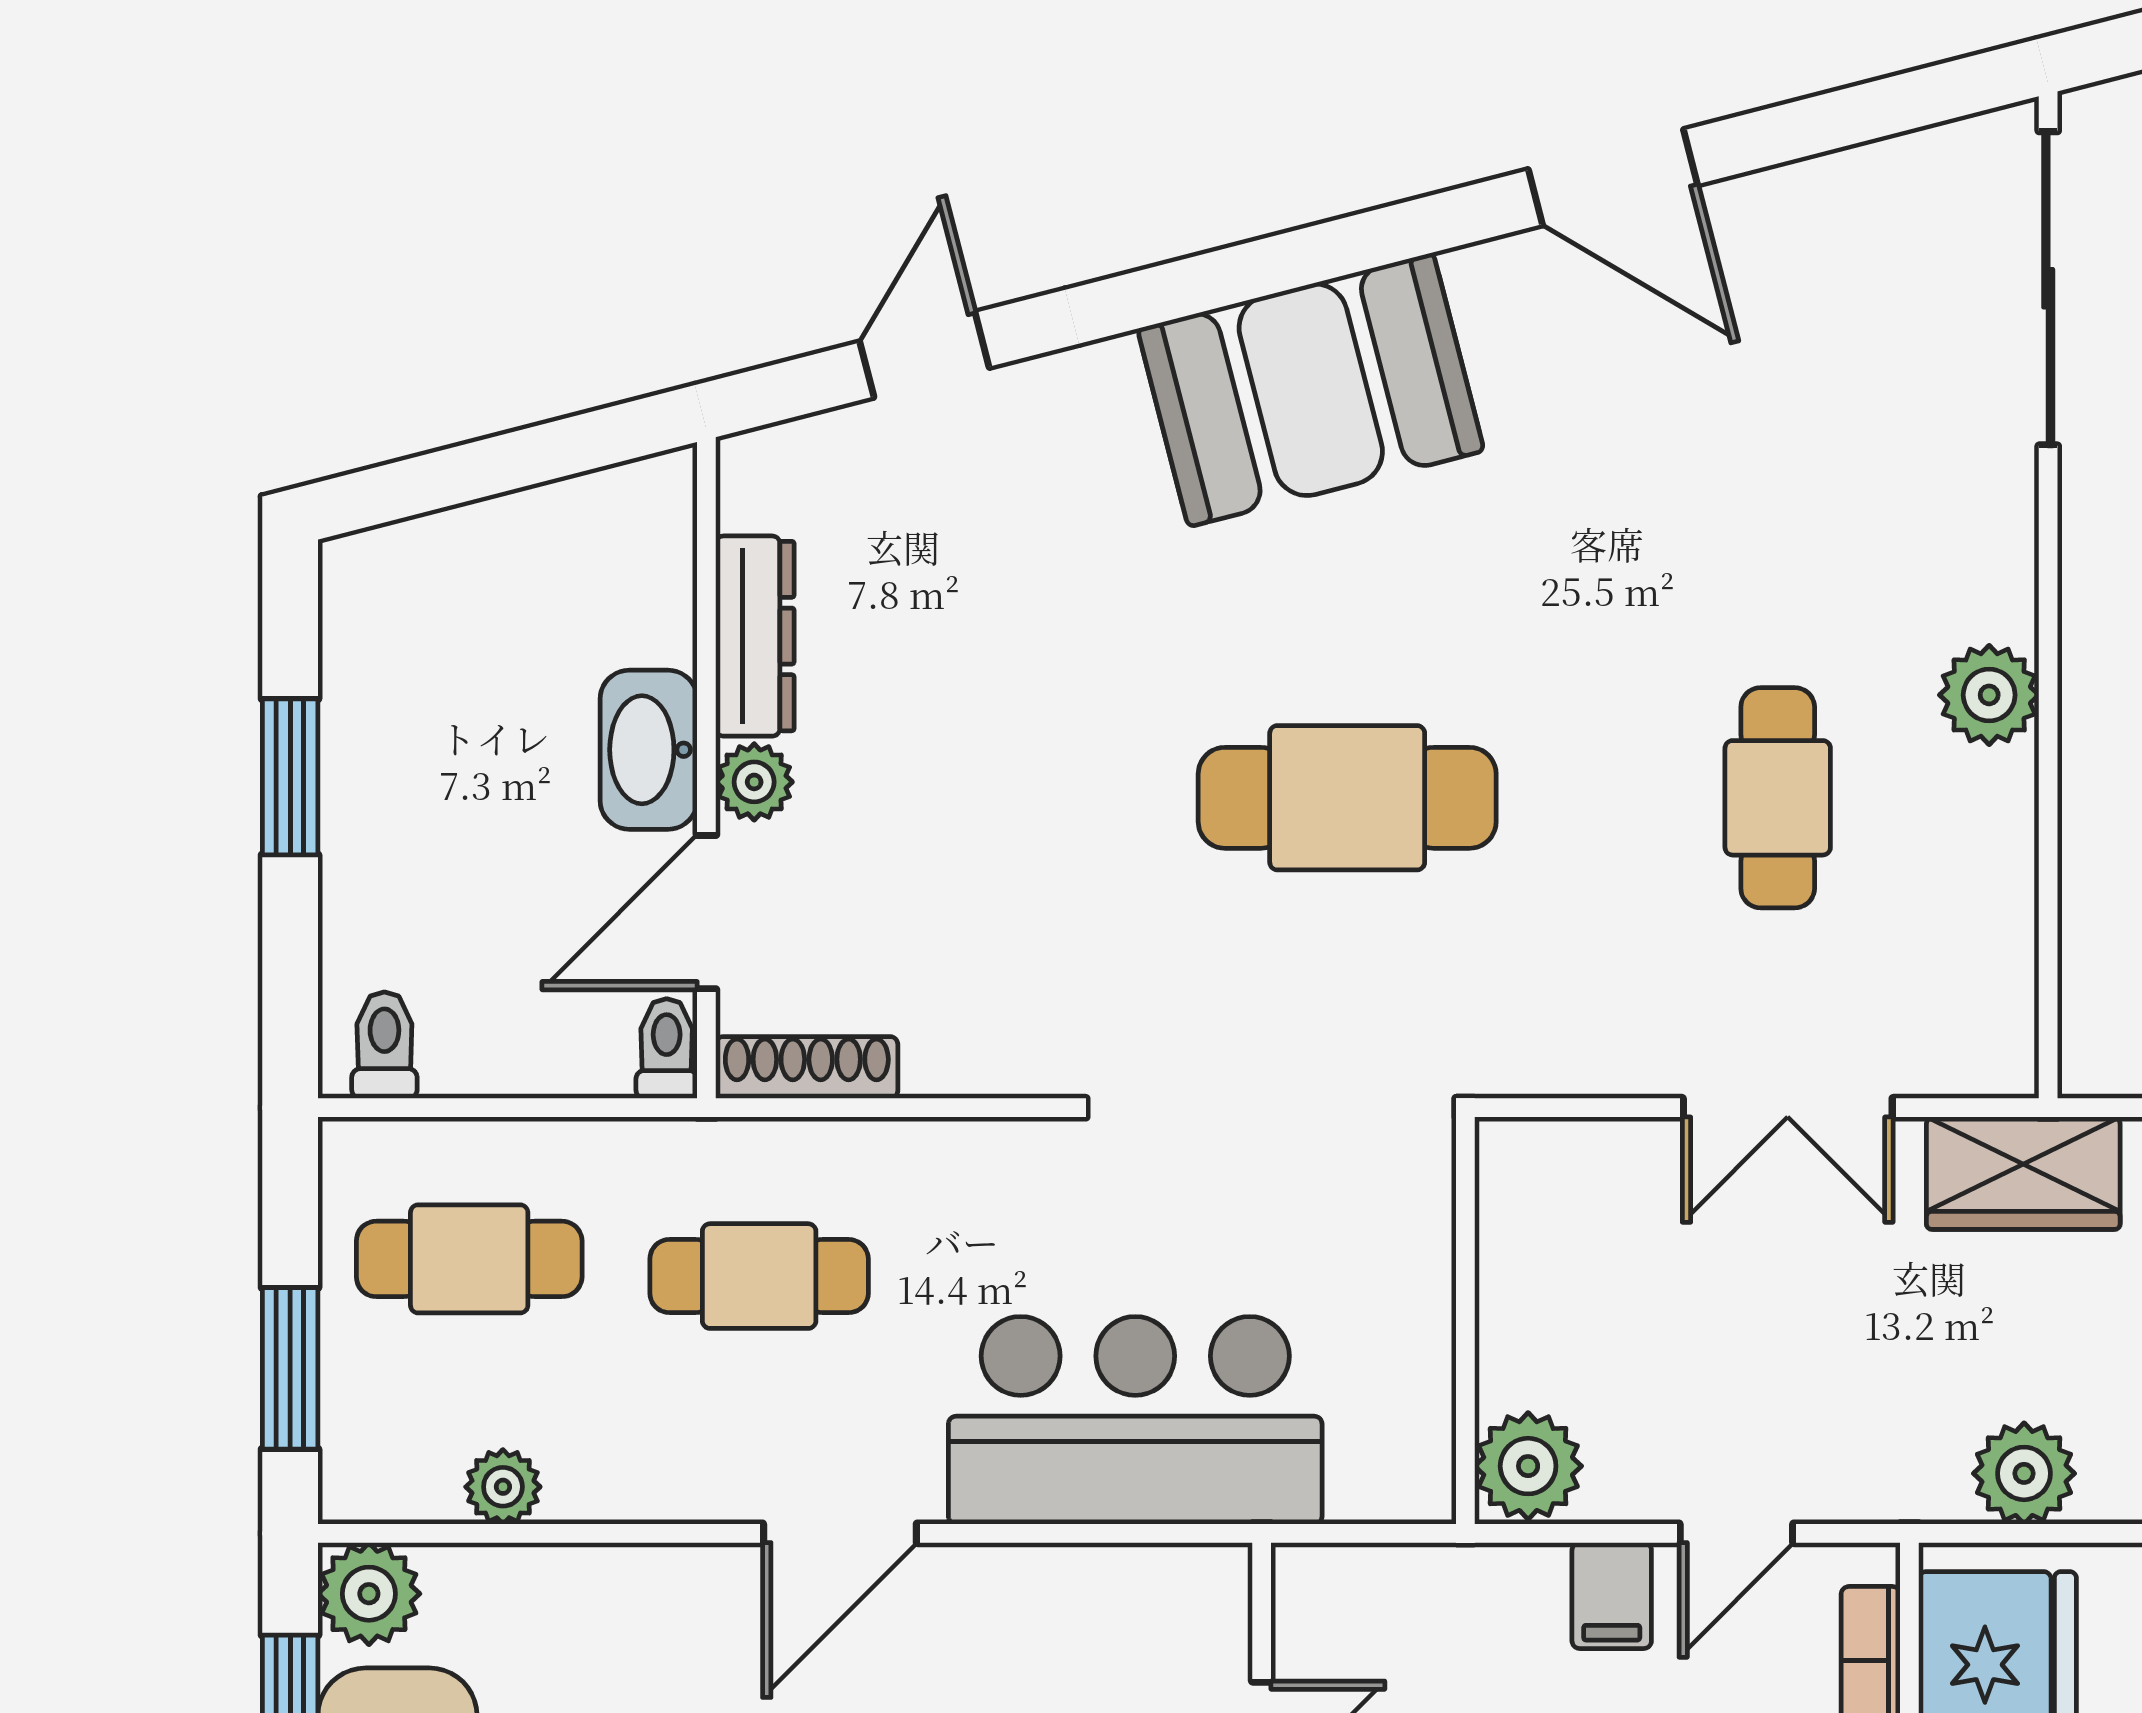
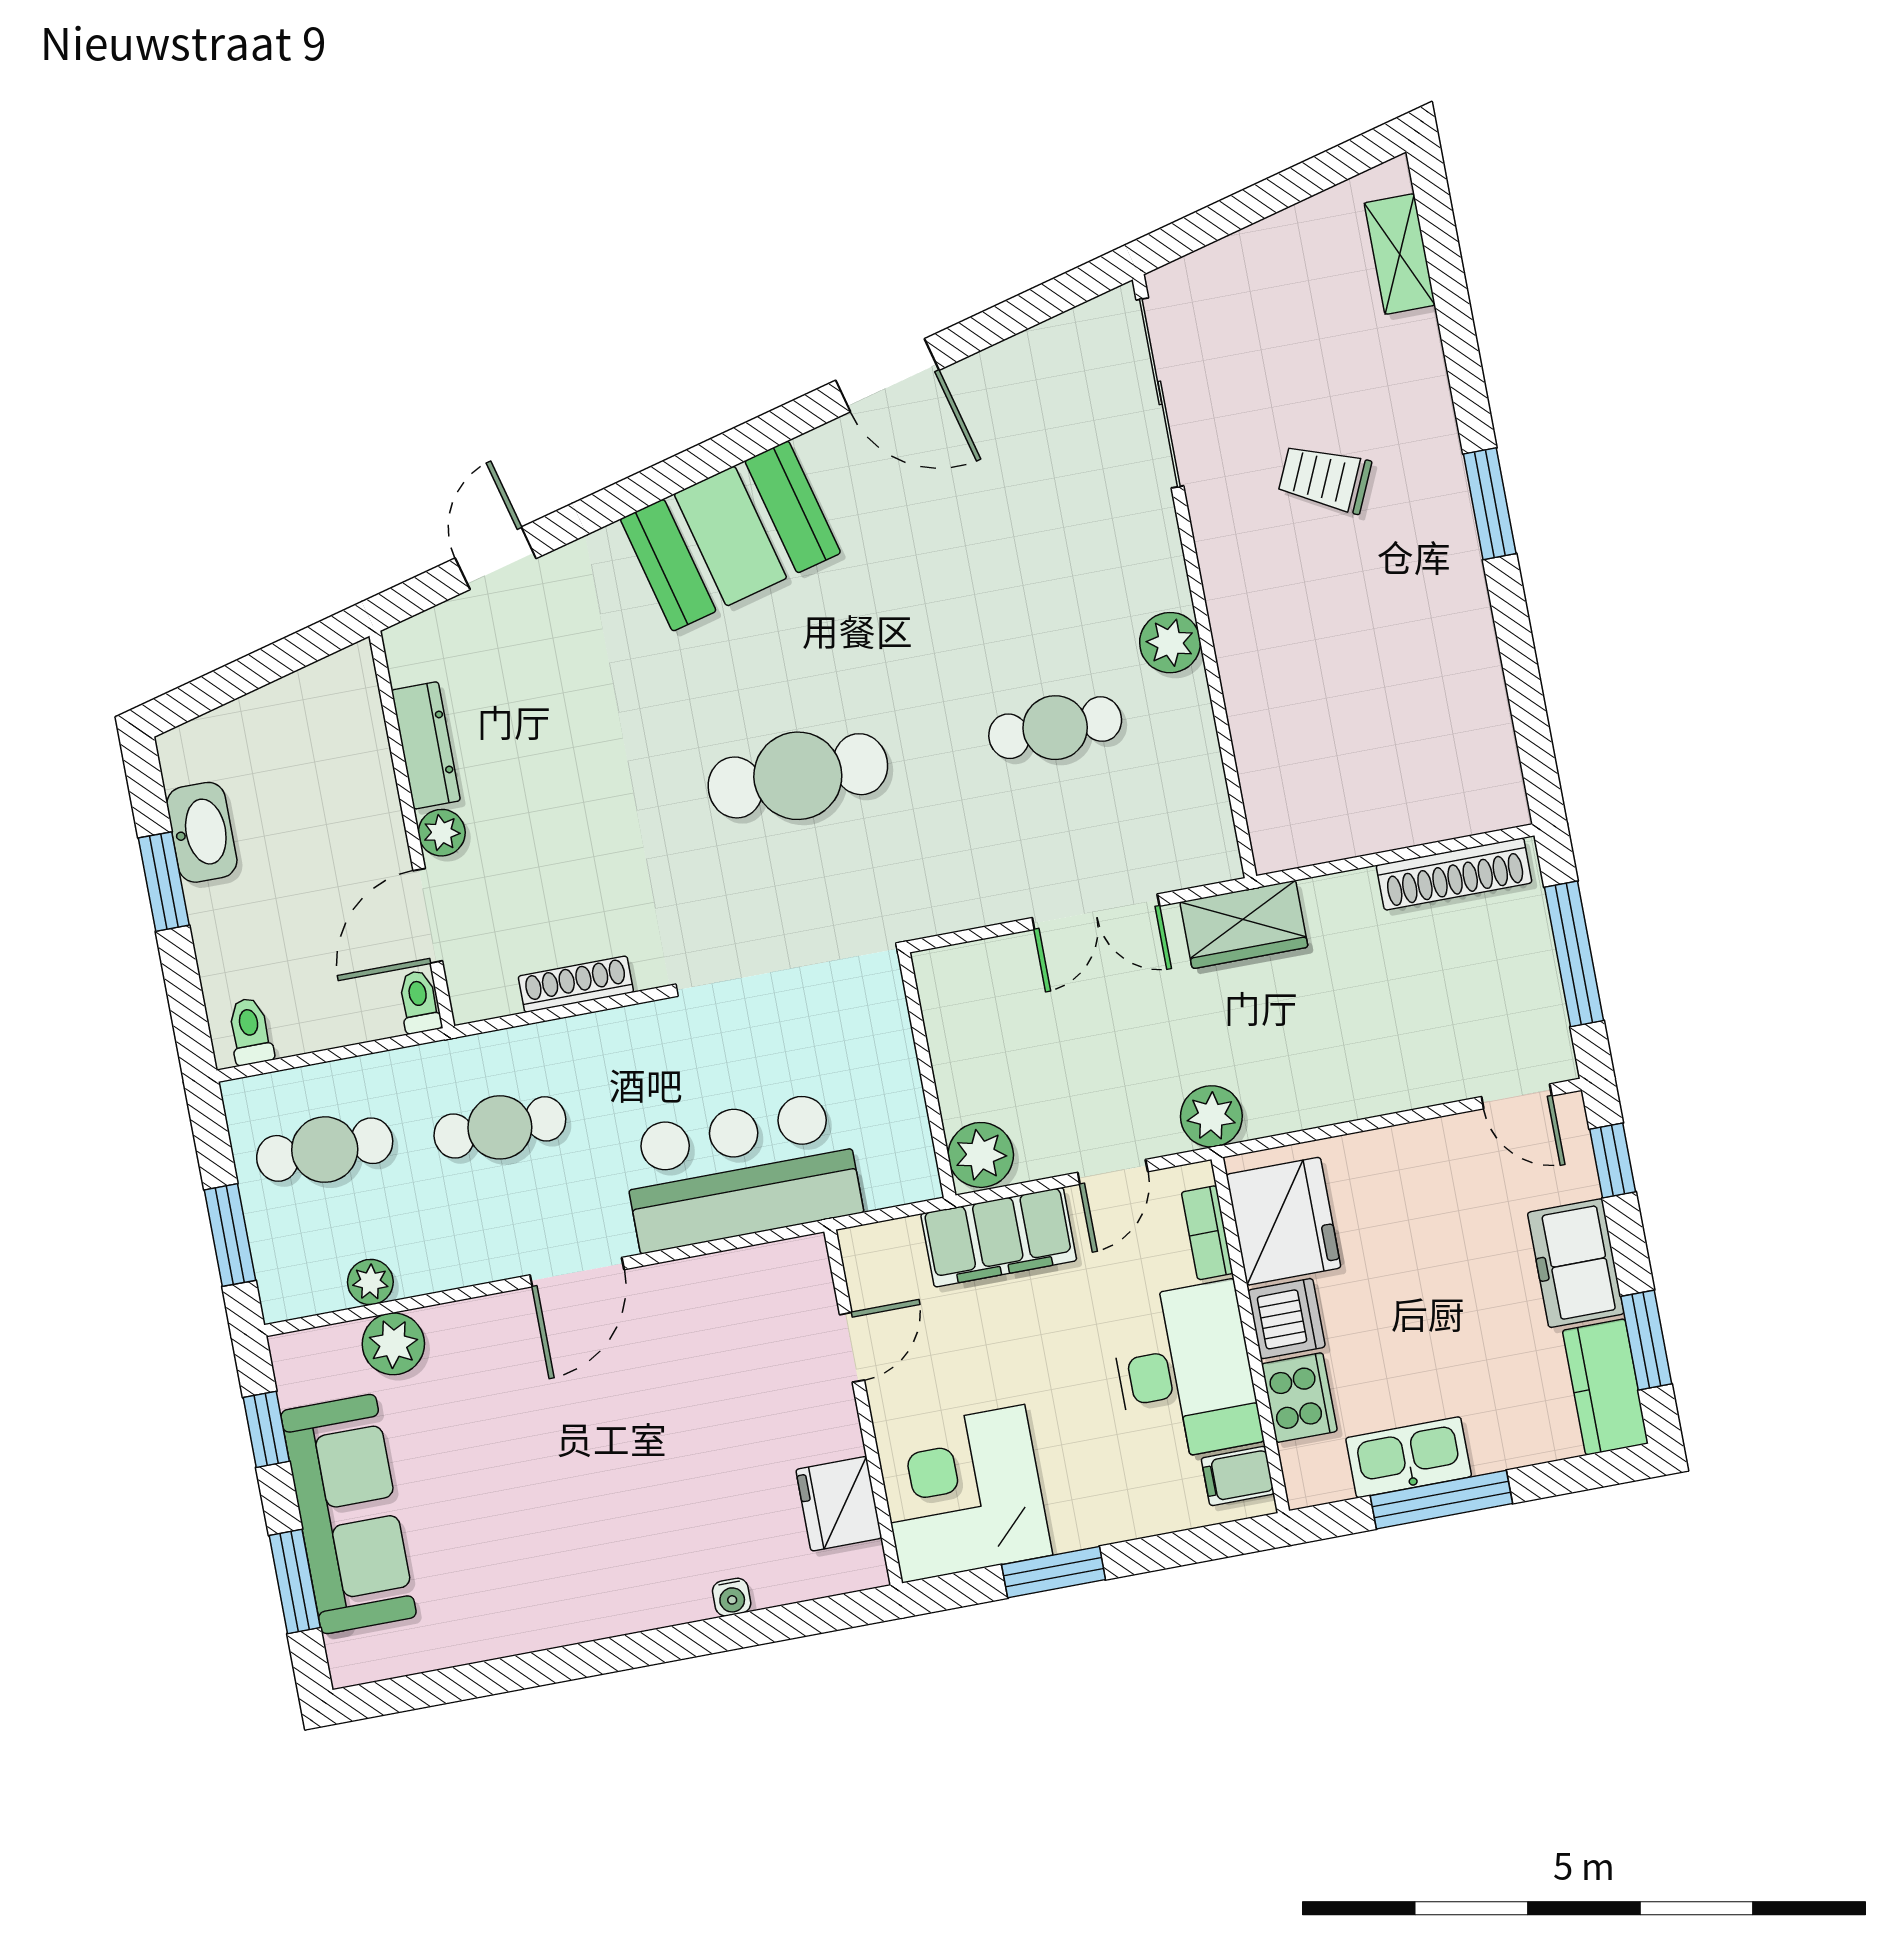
washbasin: (649, 750) -> (202, 832), moved, turned 180
cafe table: (1778, 798) -> (1055, 728), turned 90
shoe rack: (807, 1067) -> (576, 984), moved
plant: (2024, 1473) -> (1211, 1116), moved
plant: (369, 1594) -> (393, 1344), moved
filing cabinet: (1612, 1596) -> (999, 1237), width x3.00, depth x1.17

